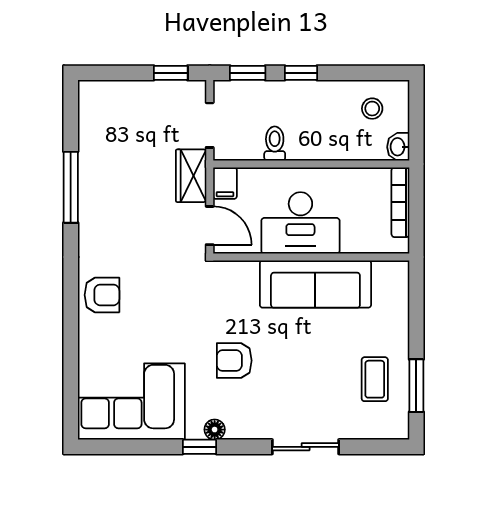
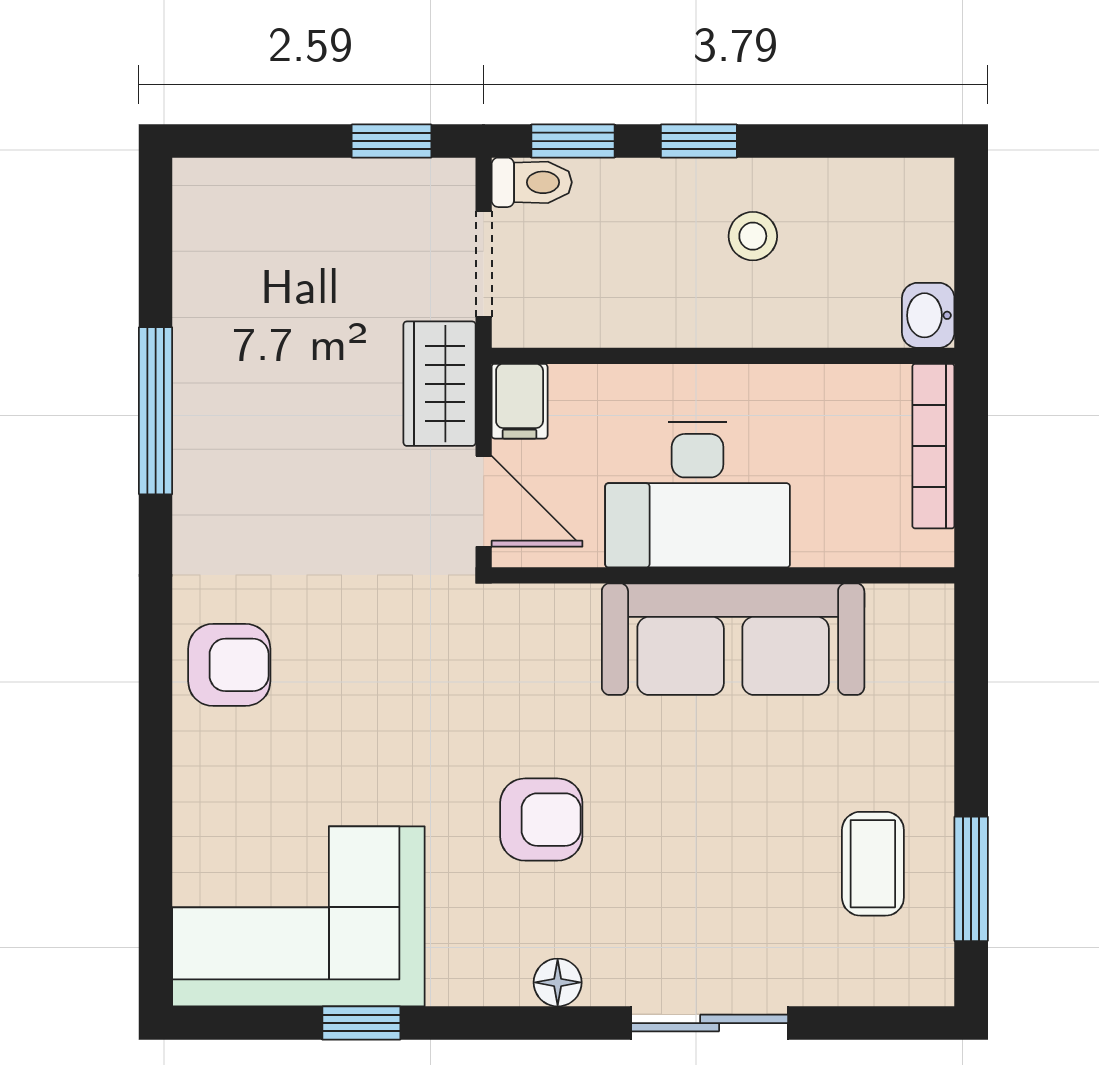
stool: (372, 109) -> (753, 236), moved
toilet: (275, 144) -> (532, 182), moved, turned 90
armchair: (234, 361) -> (541, 820), turned 180
floor lamp: (215, 430) -> (558, 982), moved
window: (200, 447) -> (361, 1023), moved

